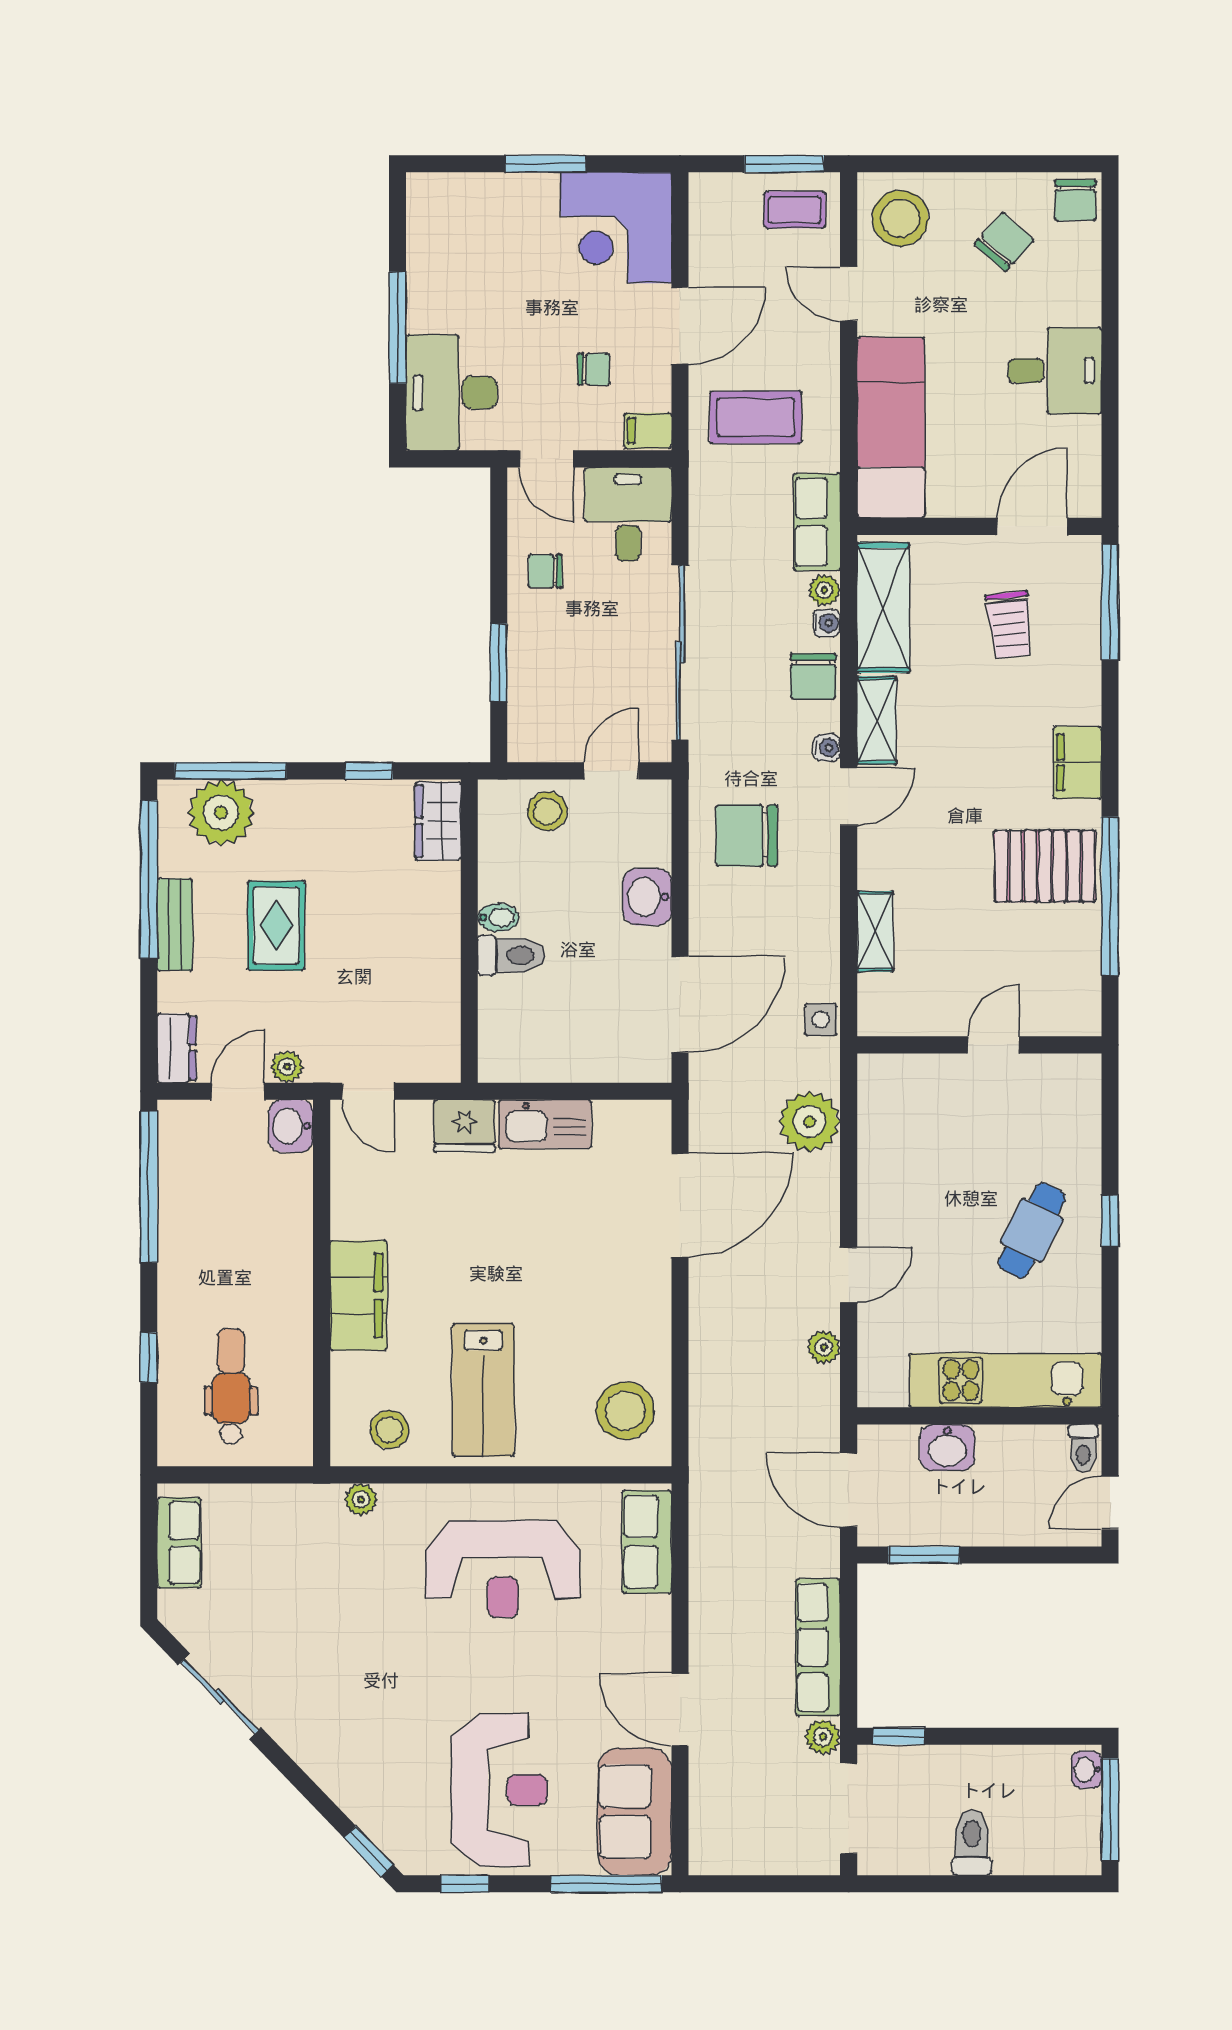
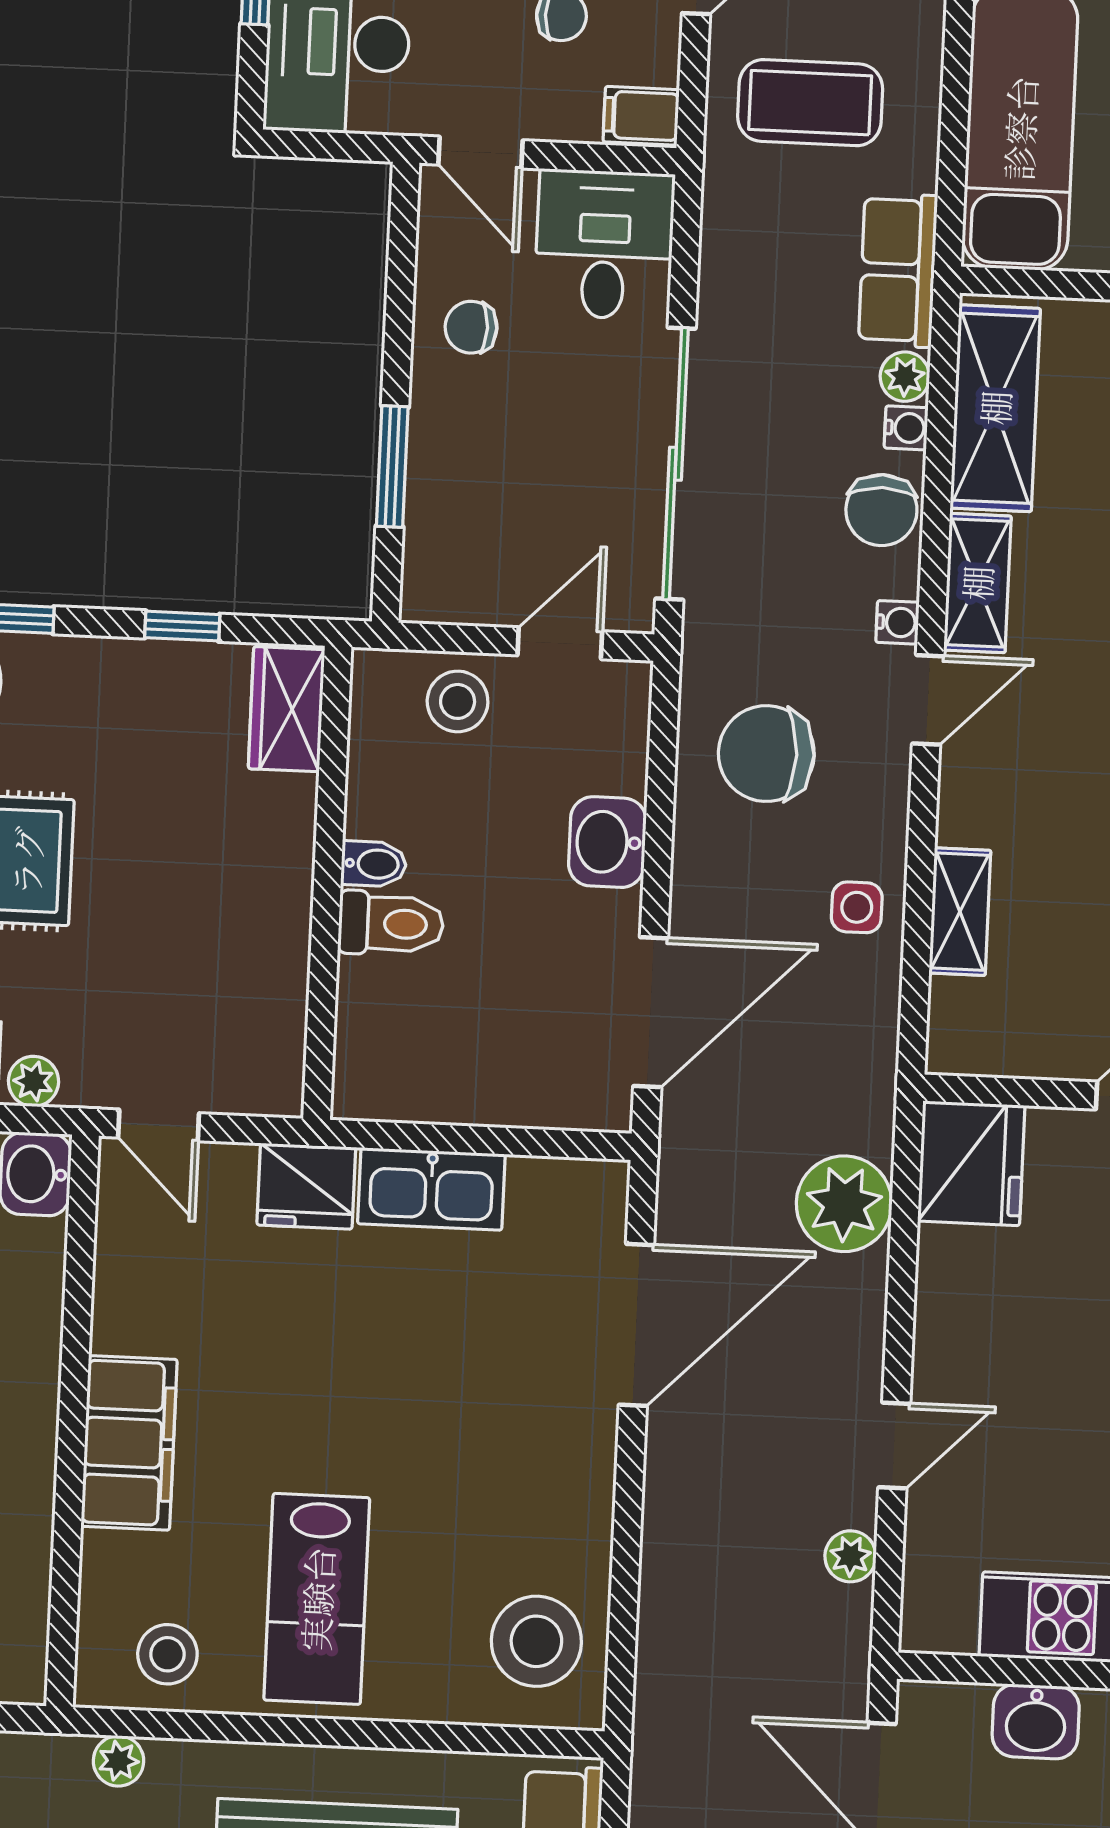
side table: (821, 1020) -> (857, 907), moved
fridge: (890, 1092) -> (971, 1163), added

